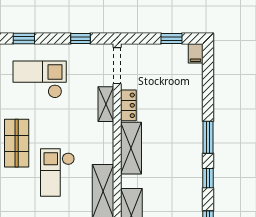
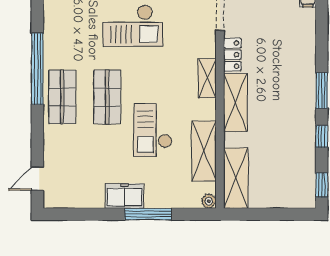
checkout: (40, 79) -> (133, 26), turned 180
shelving: (106, 104) -> (207, 78), moved

